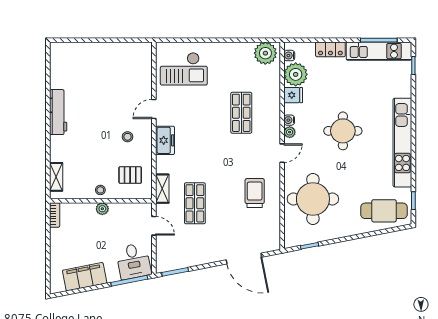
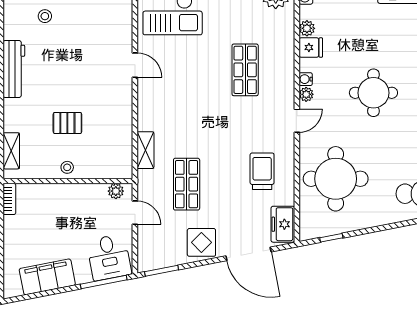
plant: (296, 74) -> (307, 28), width x0.53, depth x0.53
door: (154, 109) -> (135, 65), swing flipped
stool: (128, 137) -> (45, 16), moved
freezer: (165, 140) -> (283, 224), moved, turned 180
pallet: (130, 175) -> (67, 123), moved
shelving: (162, 189) -> (145, 150), moved
plant: (102, 209) -> (116, 191), moved
display table: (207, 249) -> (201, 242), added

